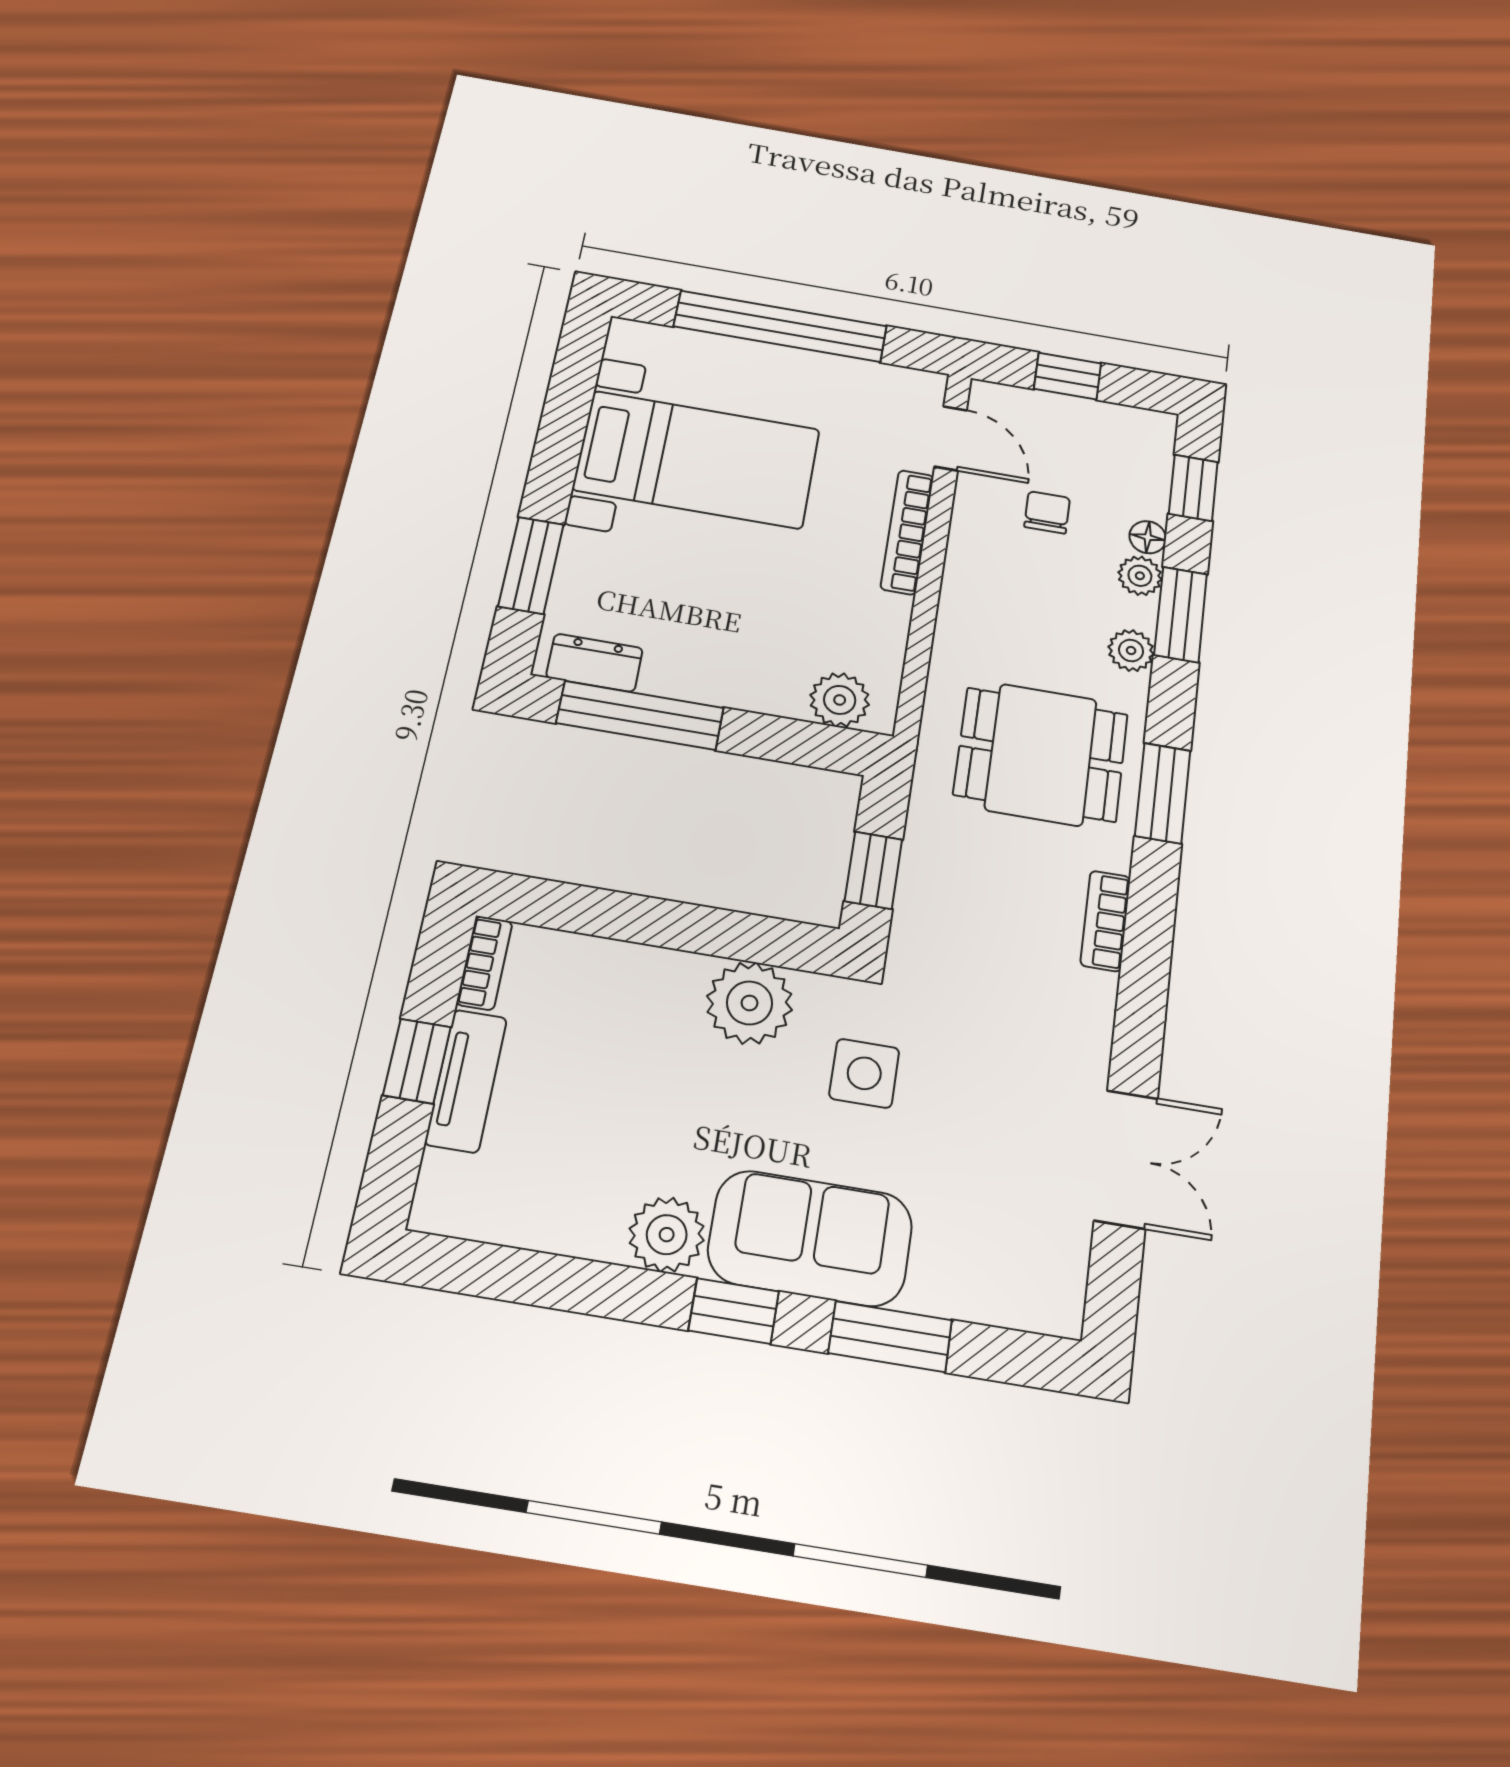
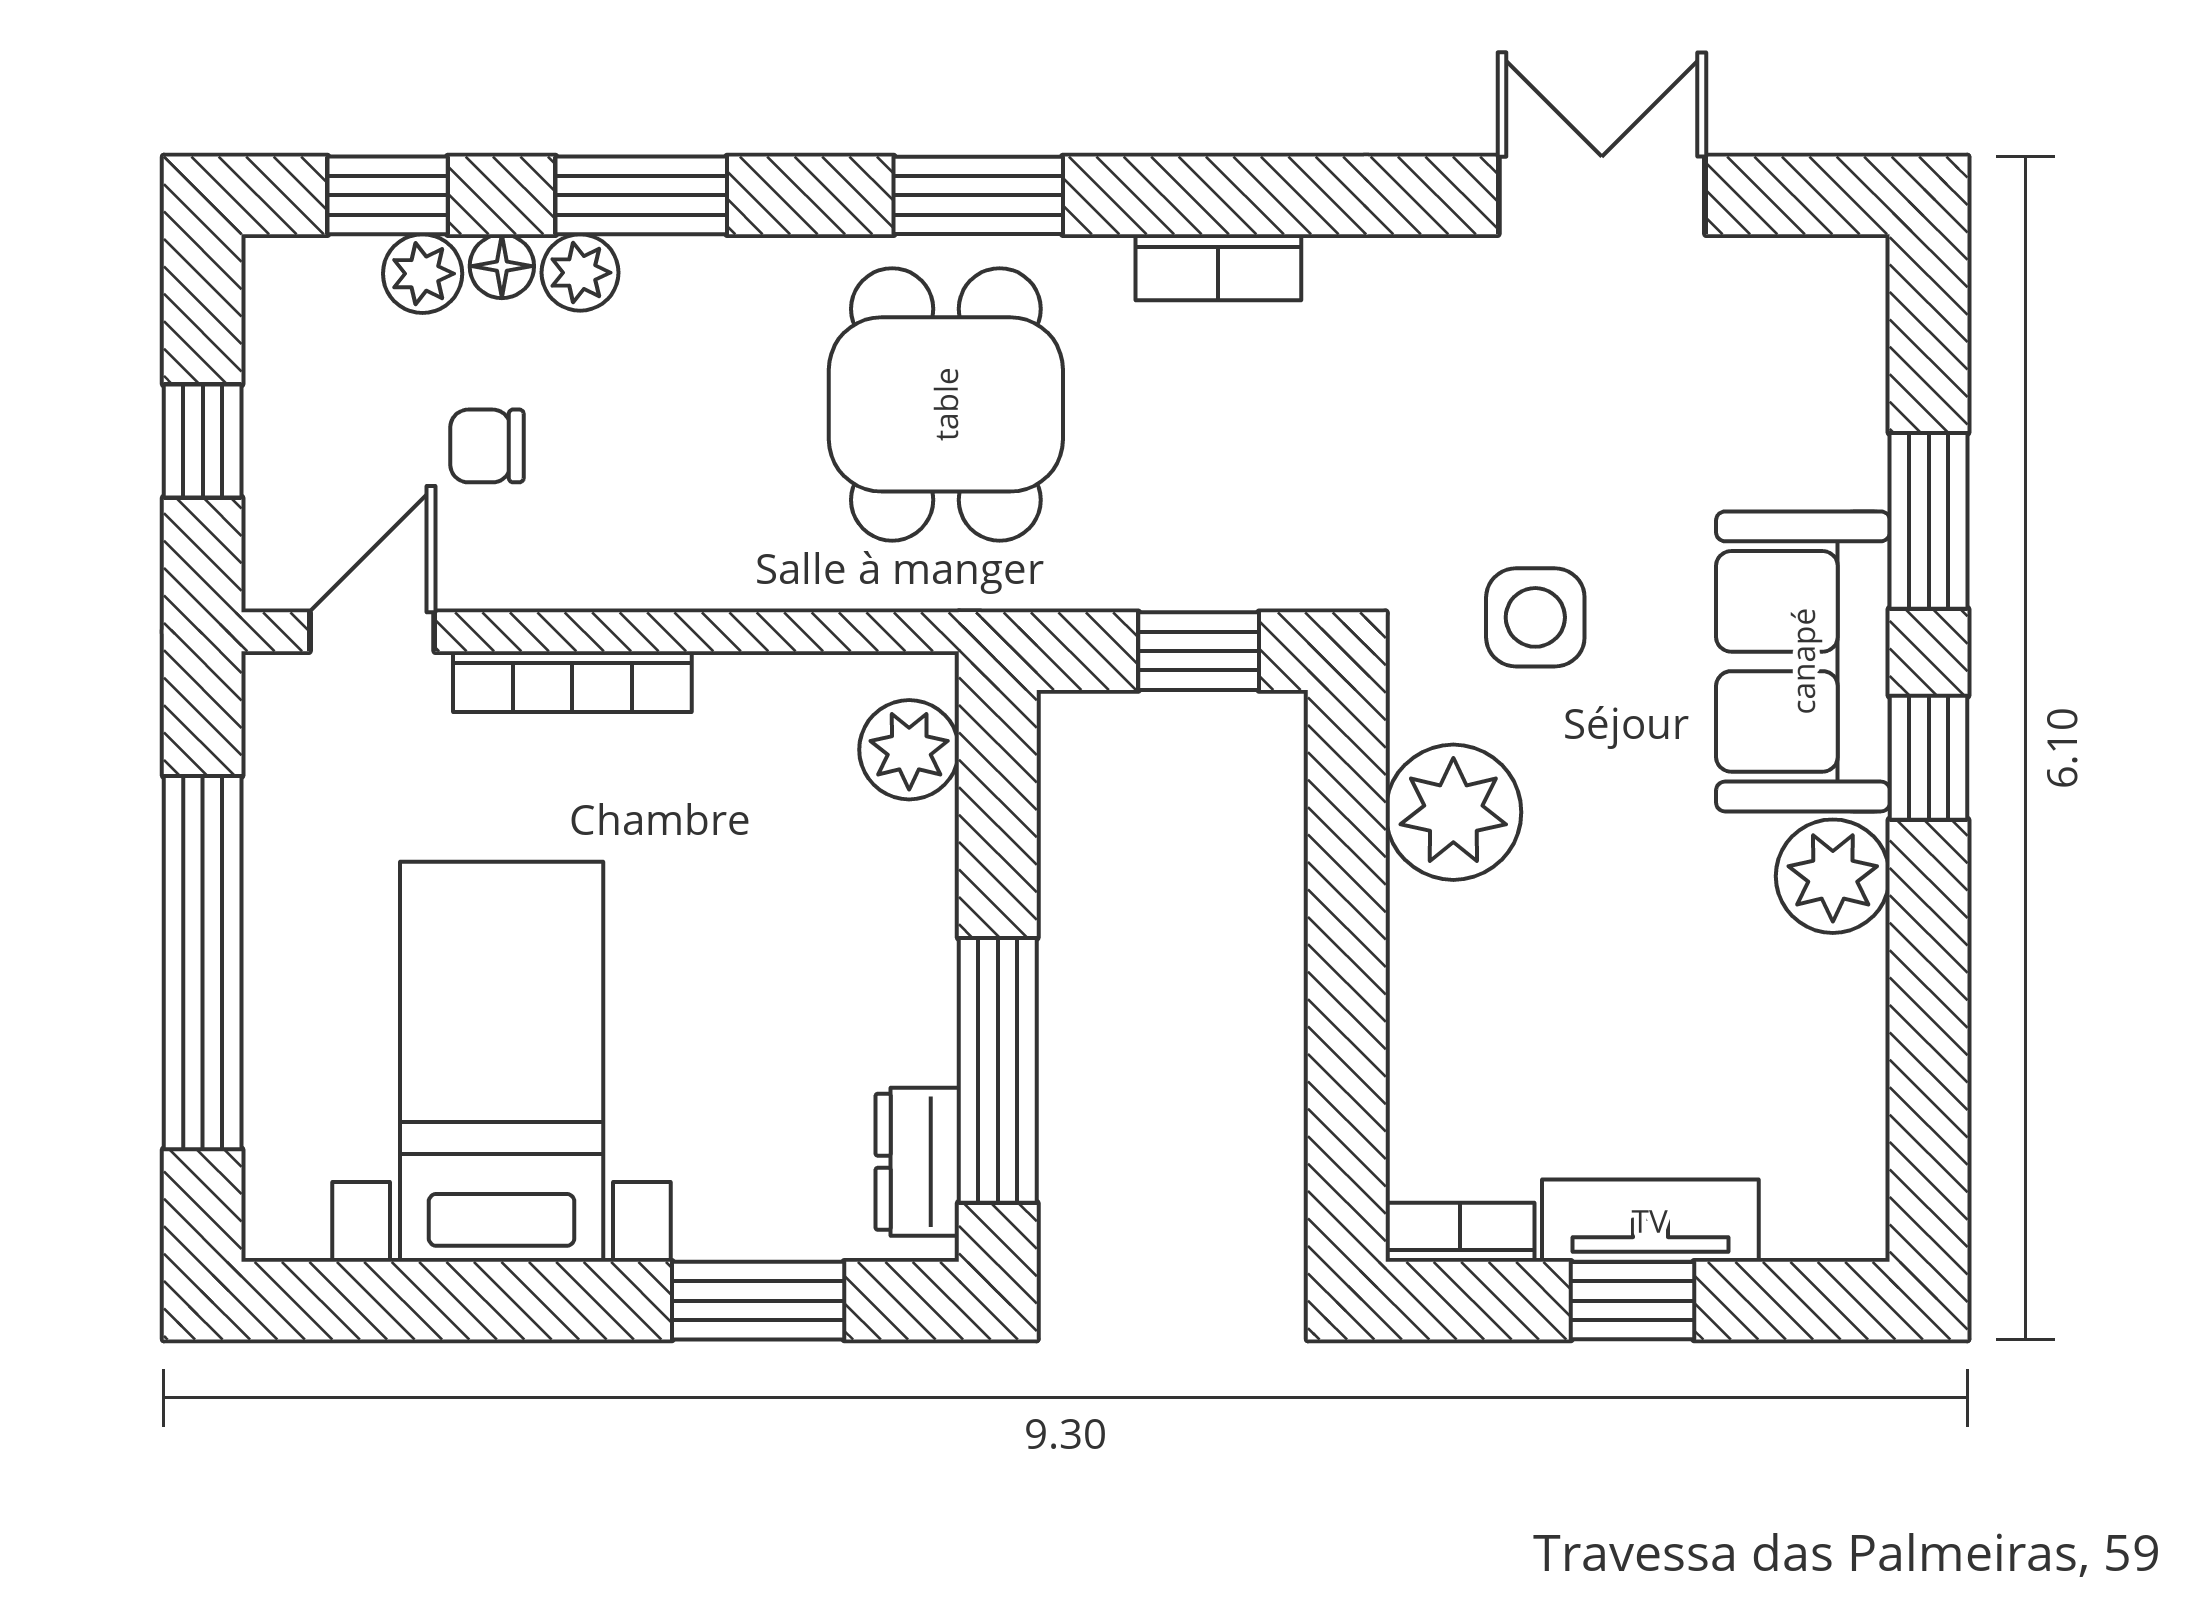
plant: (1131, 650) -> (423, 274), moved

